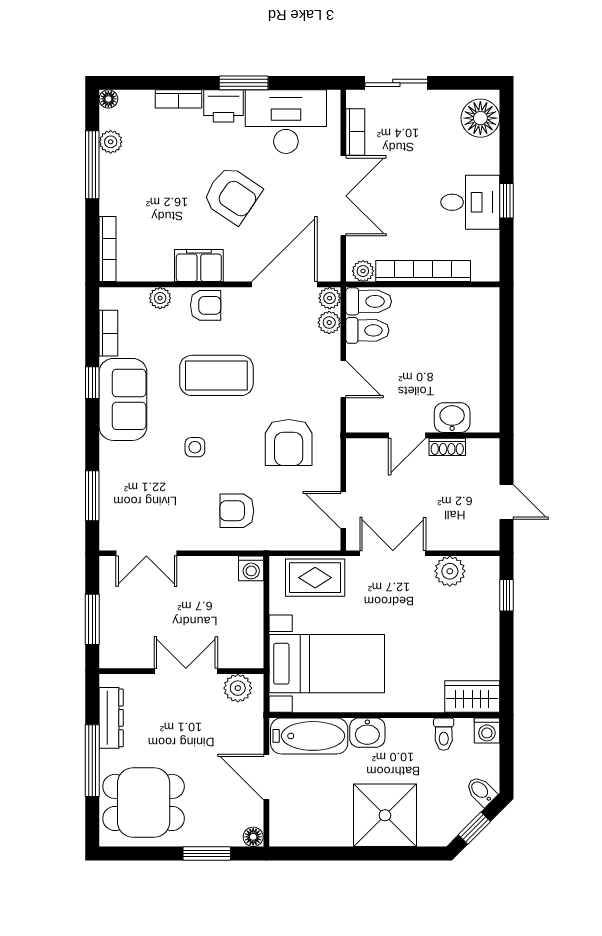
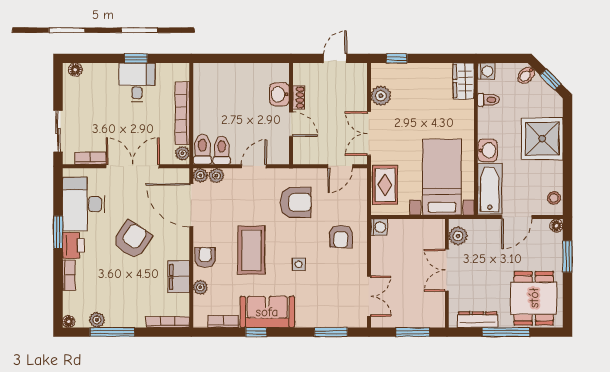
floor lamp: (480, 118) -> (75, 70), width x0.53, depth x0.53
filing cabinet: (199, 266) -> (179, 277), moved
stool: (295, 833) -> (554, 198), added

